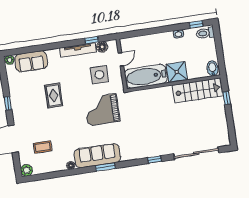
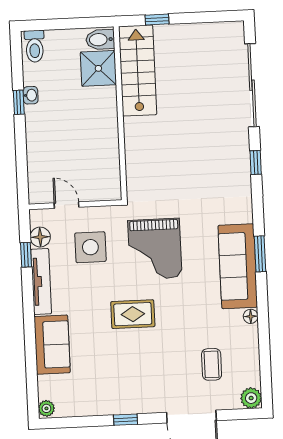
window: (196, 24) -> (19, 102), moved
sofa: (31, 61) -> (52, 345), moved
shower: (177, 72) -> (98, 68), moved
bathtub: (146, 76) -> (102, 163), removed
rug: (54, 95) -> (133, 314), moved

